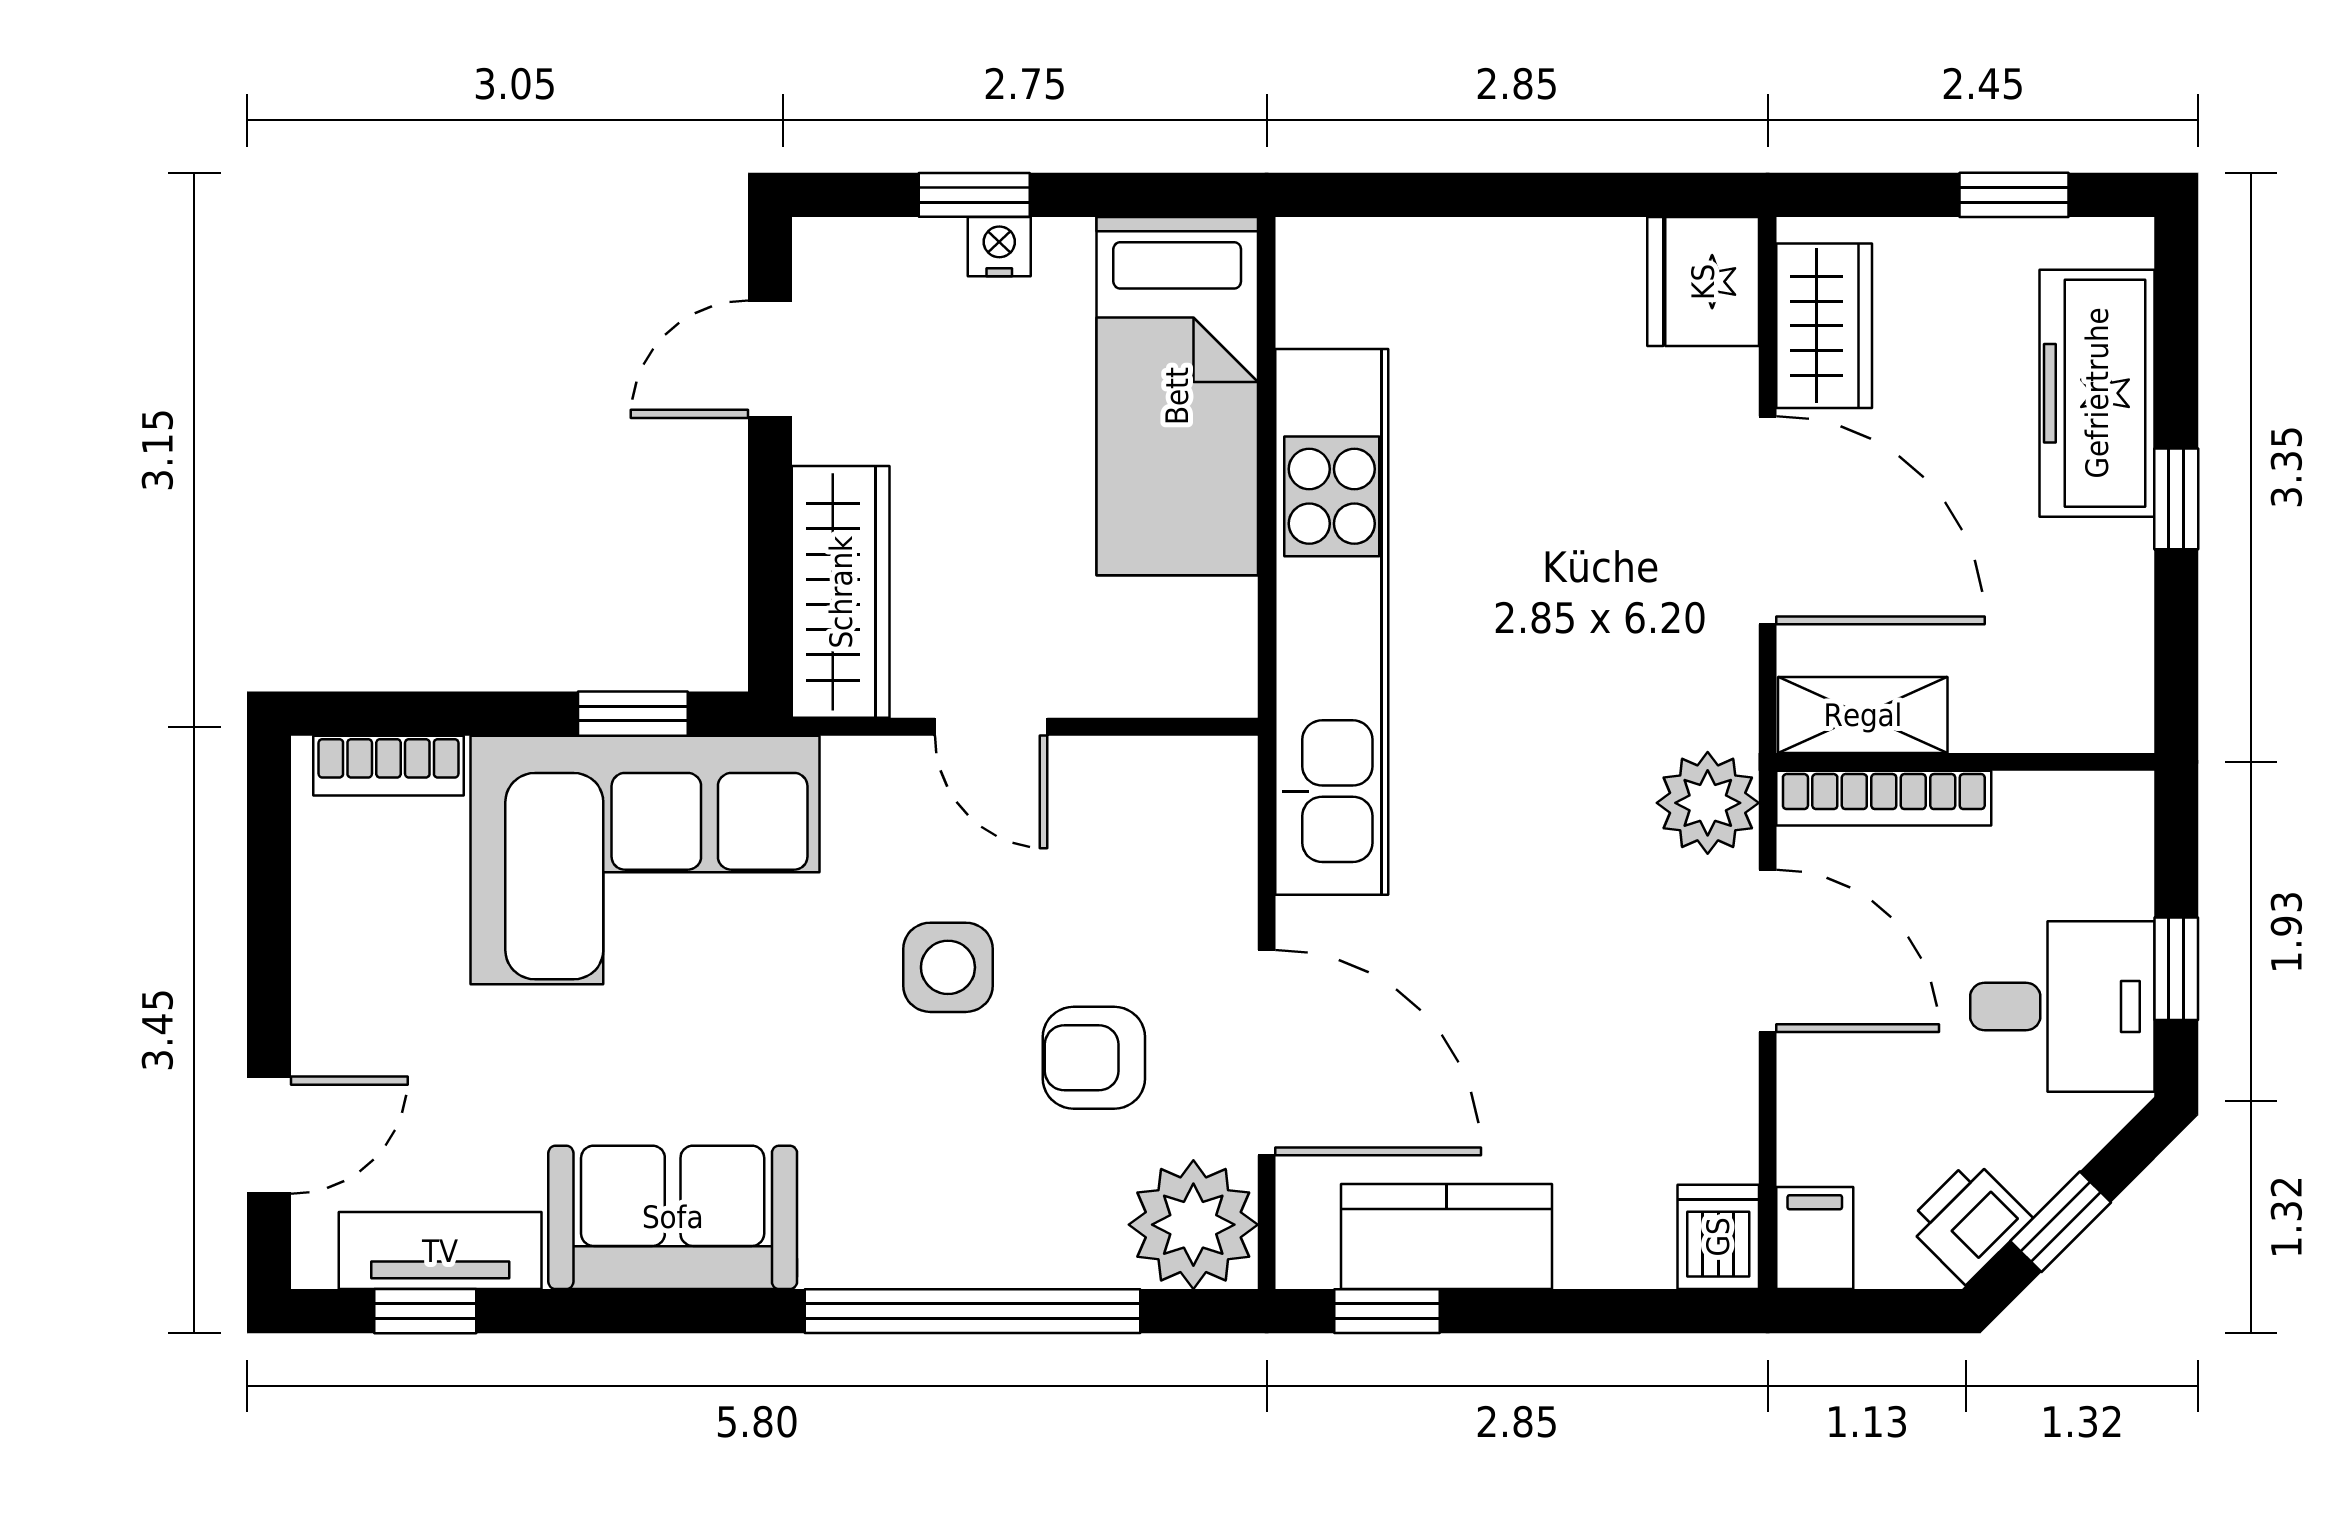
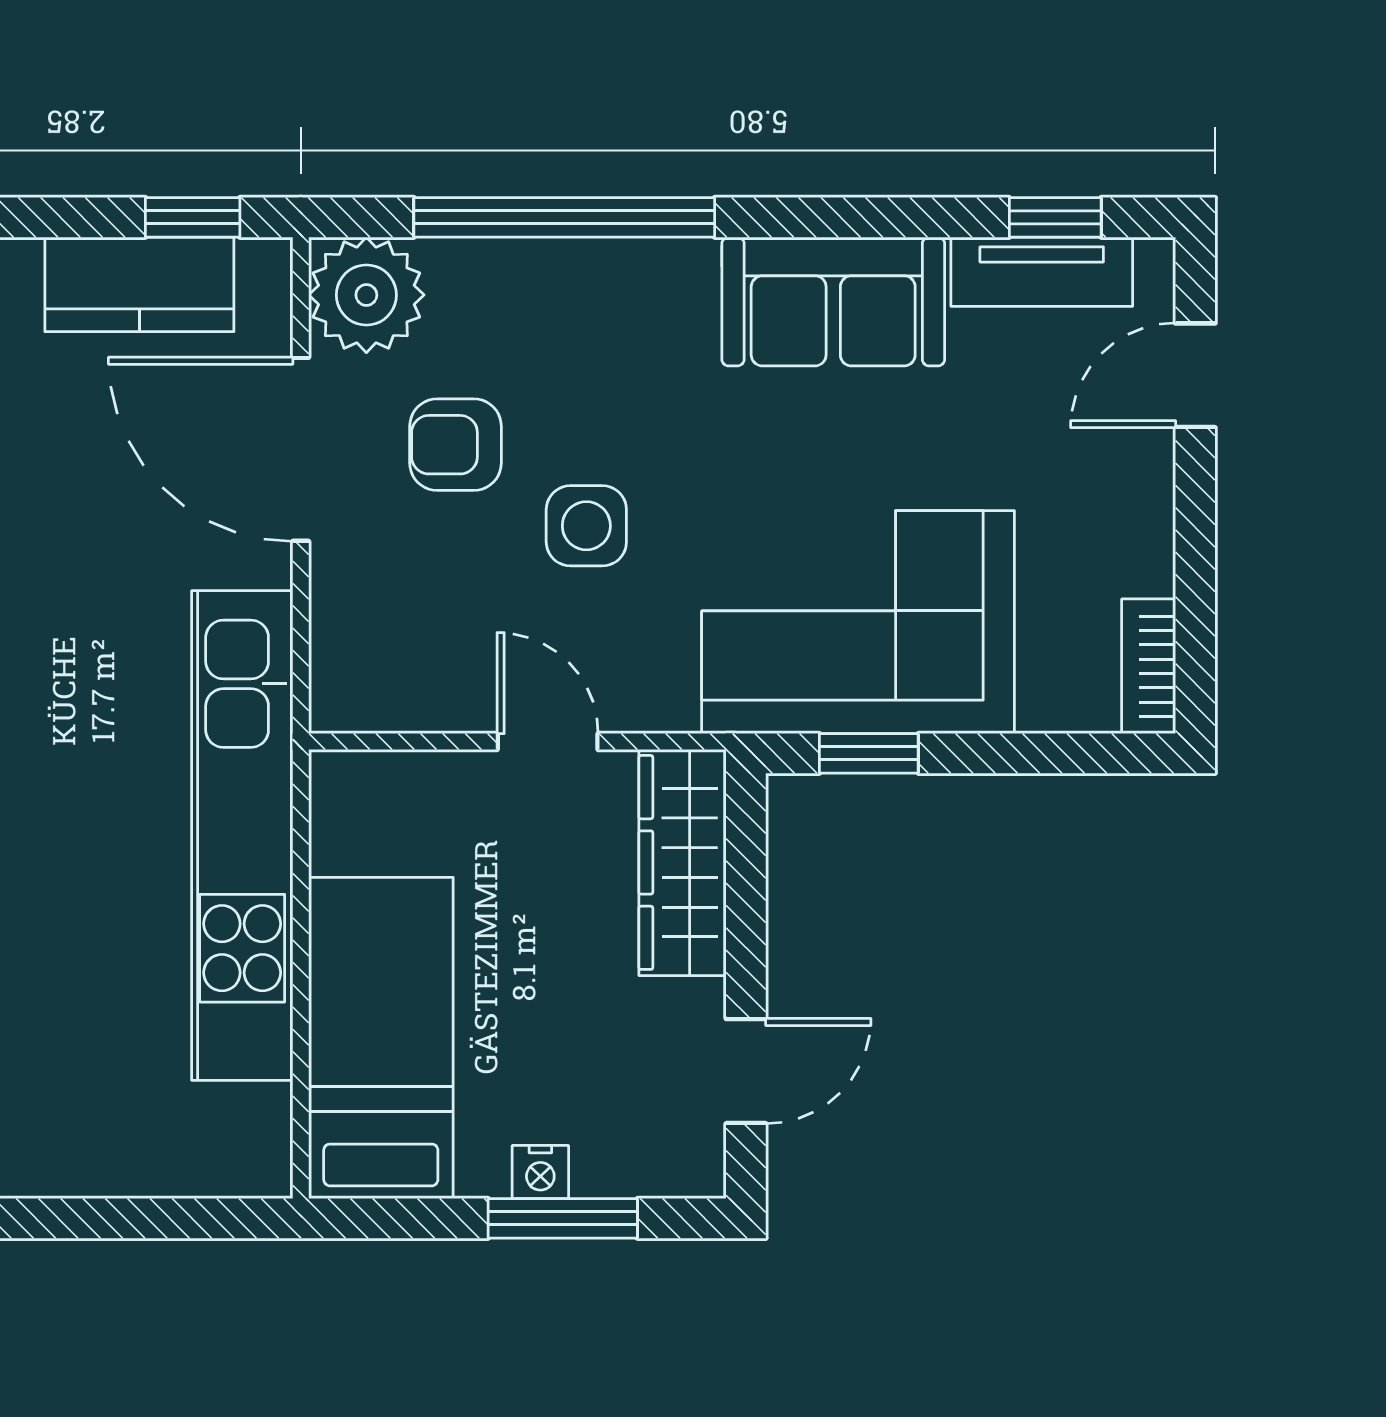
window: (974, 195) -> (563, 1218), width x1.50
bookcase: (388, 766) -> (1149, 666), moved, turned -90
armchair: (1094, 1058) -> (455, 445), turned 180

